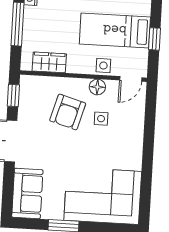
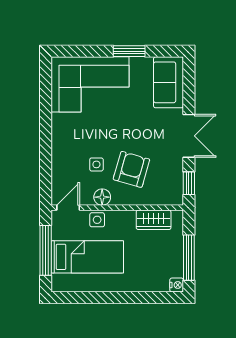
window: (155, 39) -> (46, 250), width x2.17

